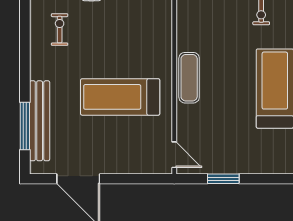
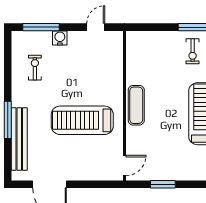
window: (25, 126) -> (8, 120), moved
door: (174, 155) -> (125, 166), hinge flipped

